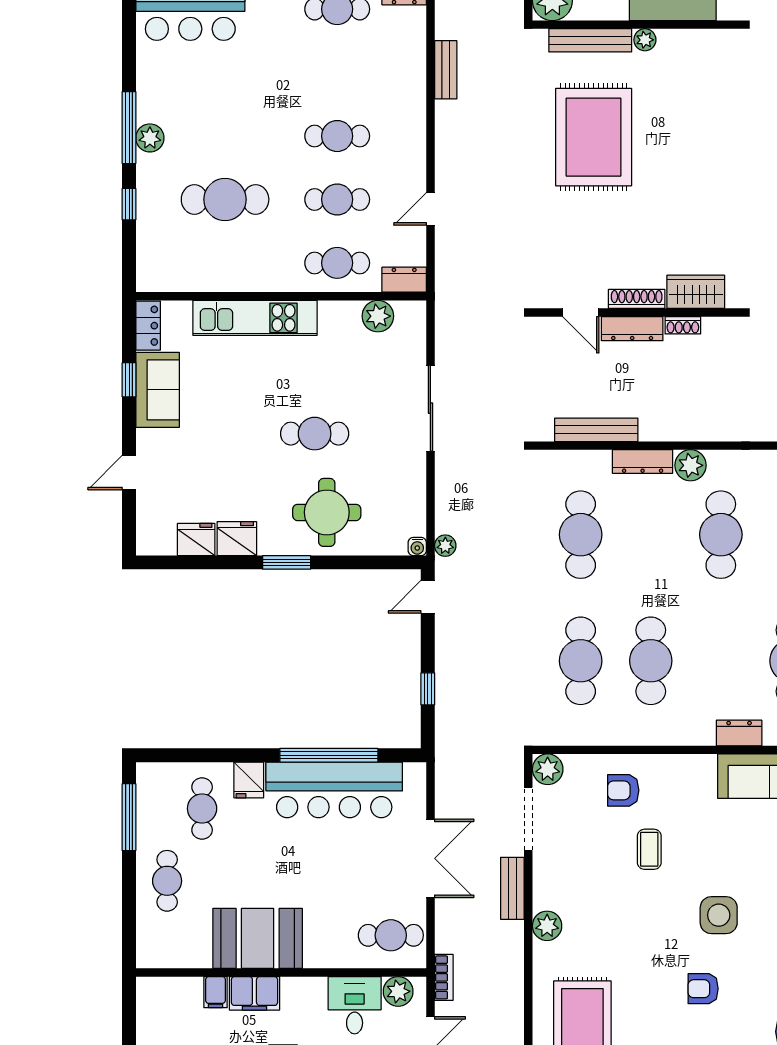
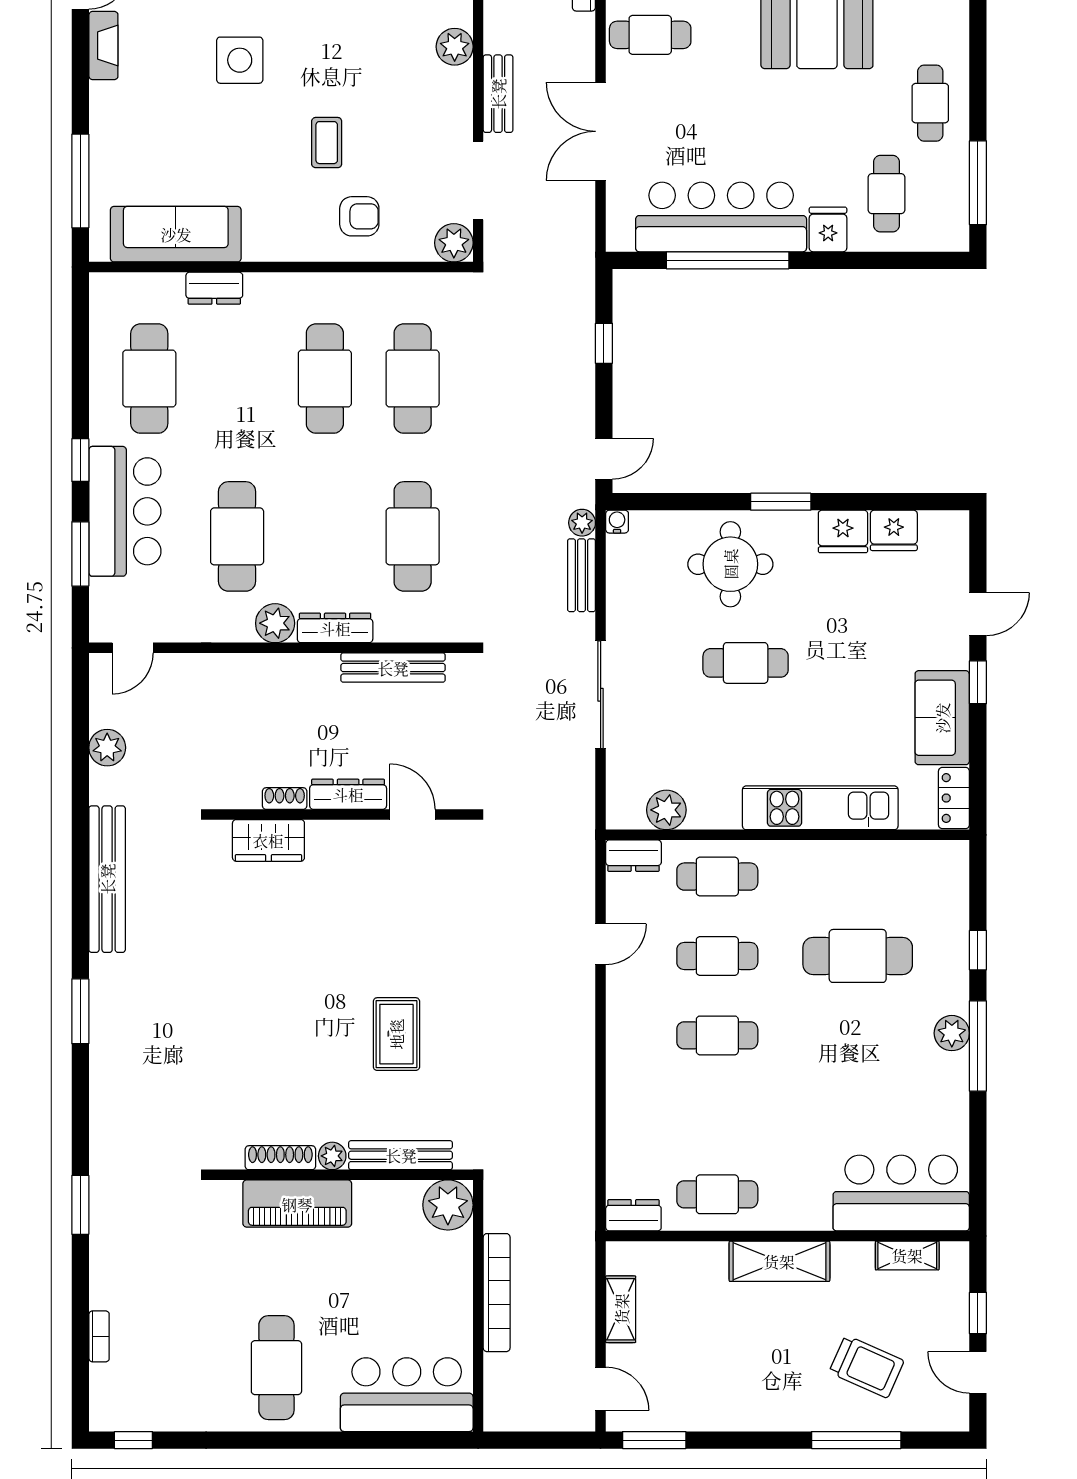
bench: (446, 70) -> (582, 575), moved
rug: (594, 137) -> (396, 1034), width x0.54, depth x0.49
shoe rack: (637, 299) -> (280, 1158), moved, turned 180
window: (129, 380) -> (978, 682), moved

